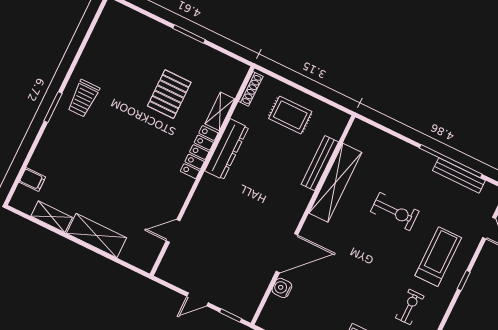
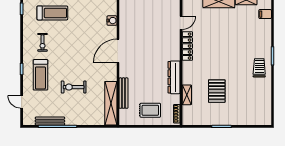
locker: (199, 152) -> (187, 46), moved
shelving: (335, 183) -> (111, 103), moved
door: (287, 253) -> (118, 51), moved

